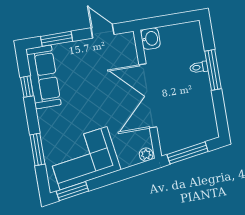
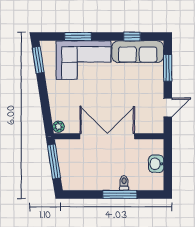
washbasin: (150, 39) -> (156, 164), moved, turned 90
corner sofa: (83, 158) -> (84, 60), moved, turned 99

